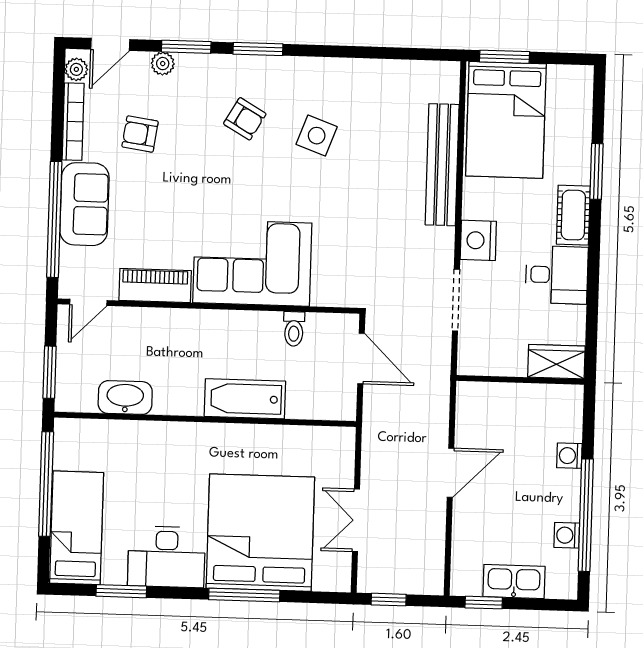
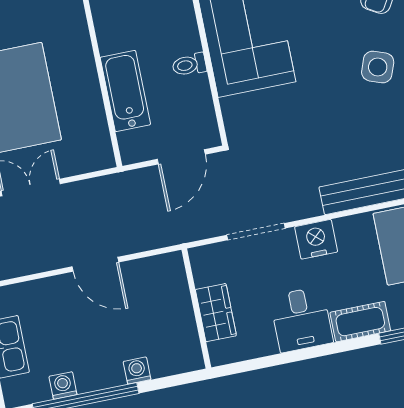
toilet: (294, 329) -> (189, 65), moved
wardrobe: (556, 362) -> (216, 313), moved
bathtub: (245, 399) -> (125, 91), moved

